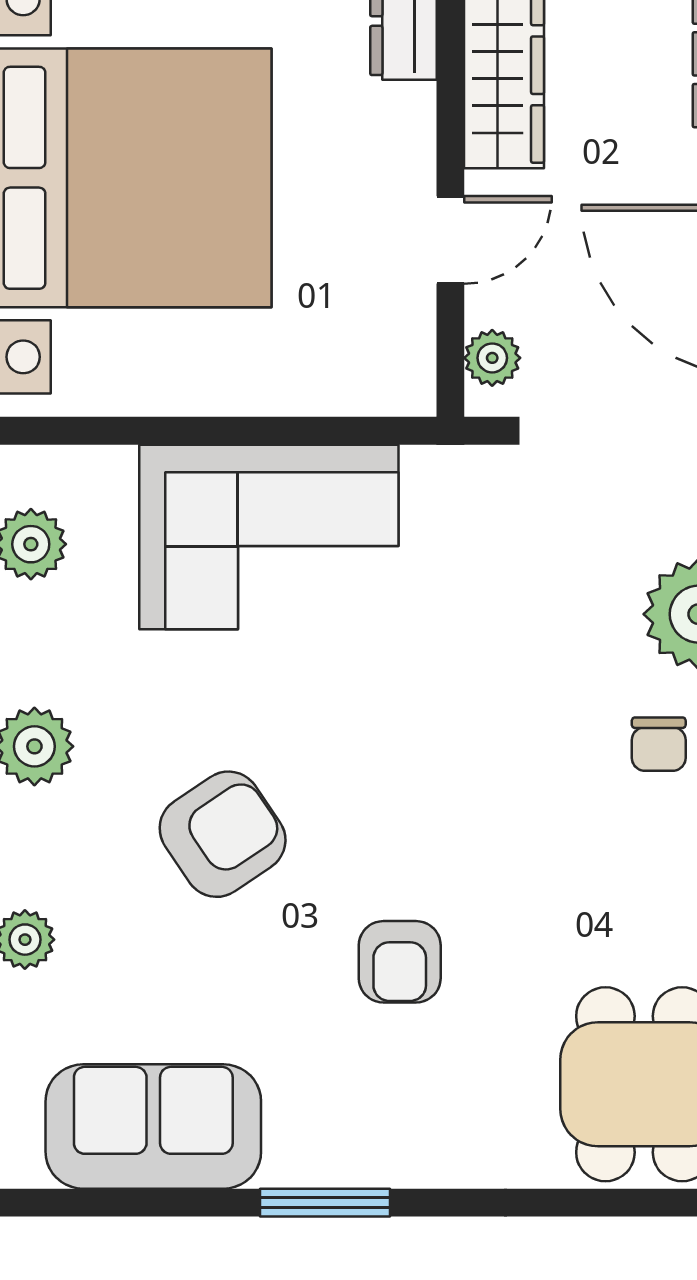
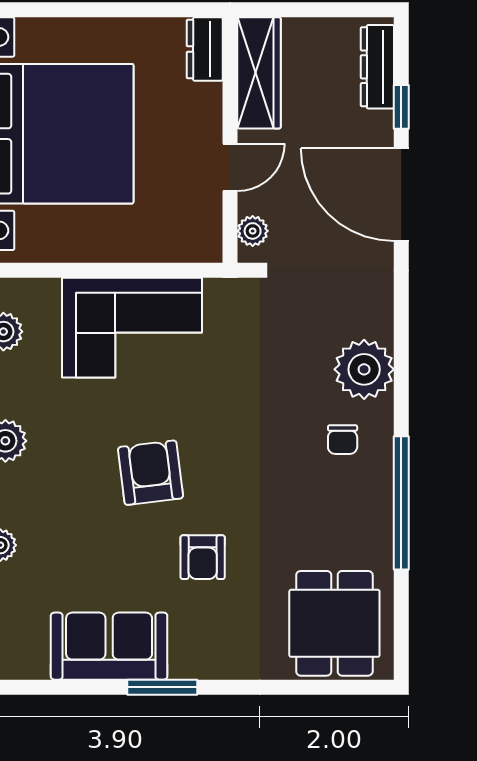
armchair: (223, 834) -> (151, 473), moved, turned -63
sofa: (153, 1127) -> (109, 646), moved

